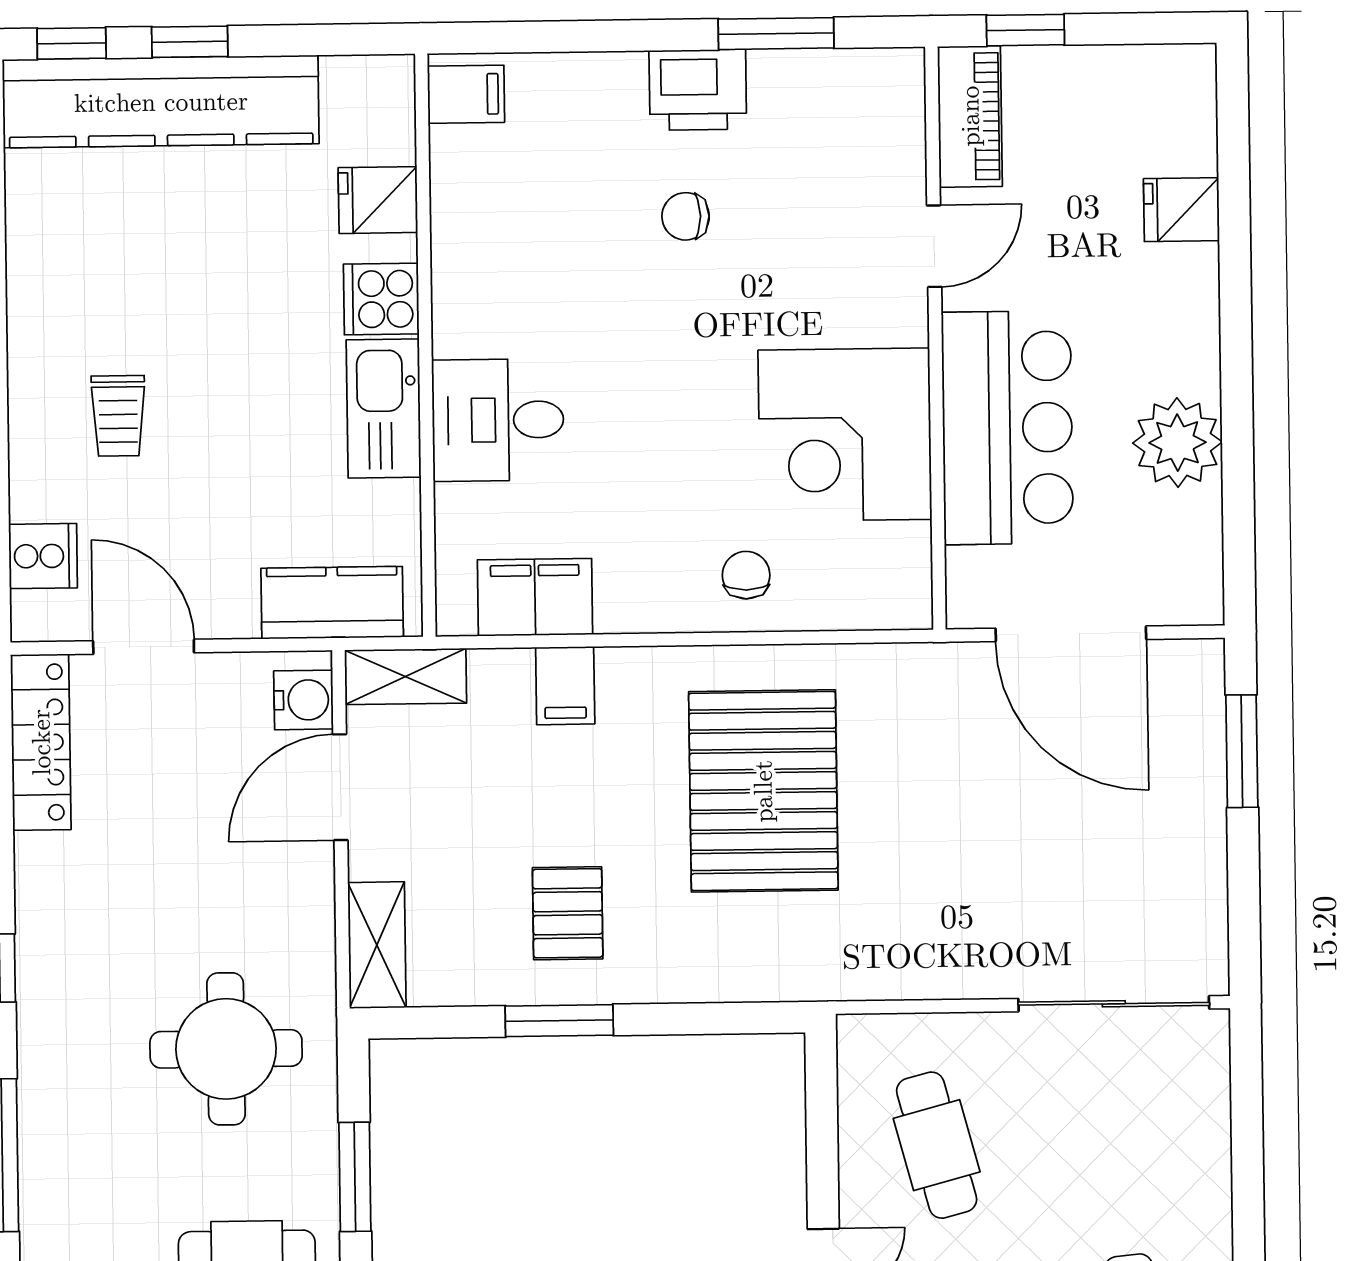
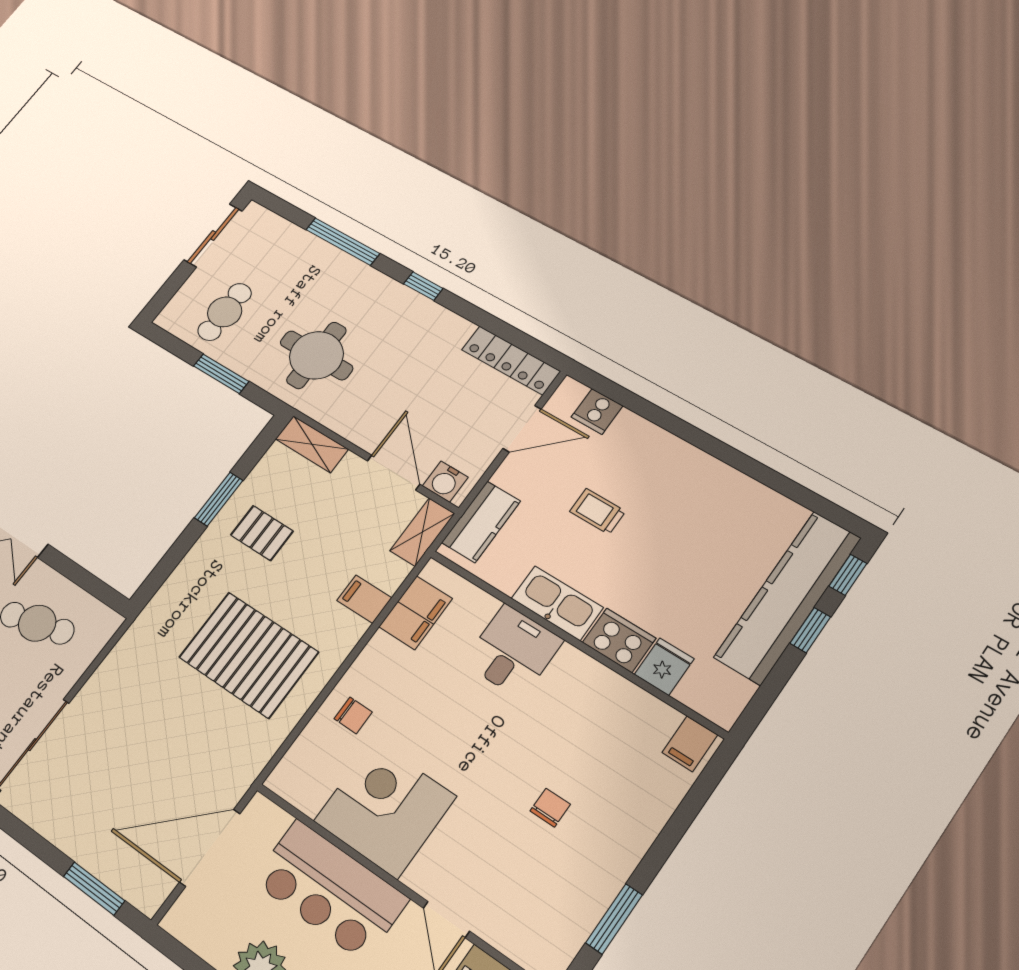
printer: (698, 90) -> (612, 859), removed
cooker: (381, 299) -> (619, 640), width x1.36
trolley: (118, 416) -> (598, 511), moved

